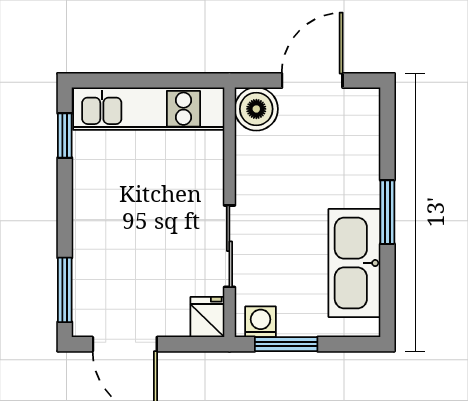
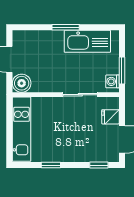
window: (65, 135) -> (51, 165), moved
window: (65, 290) -> (99, 165), width x0.67
fridge: (207, 317) -> (110, 117), moved

